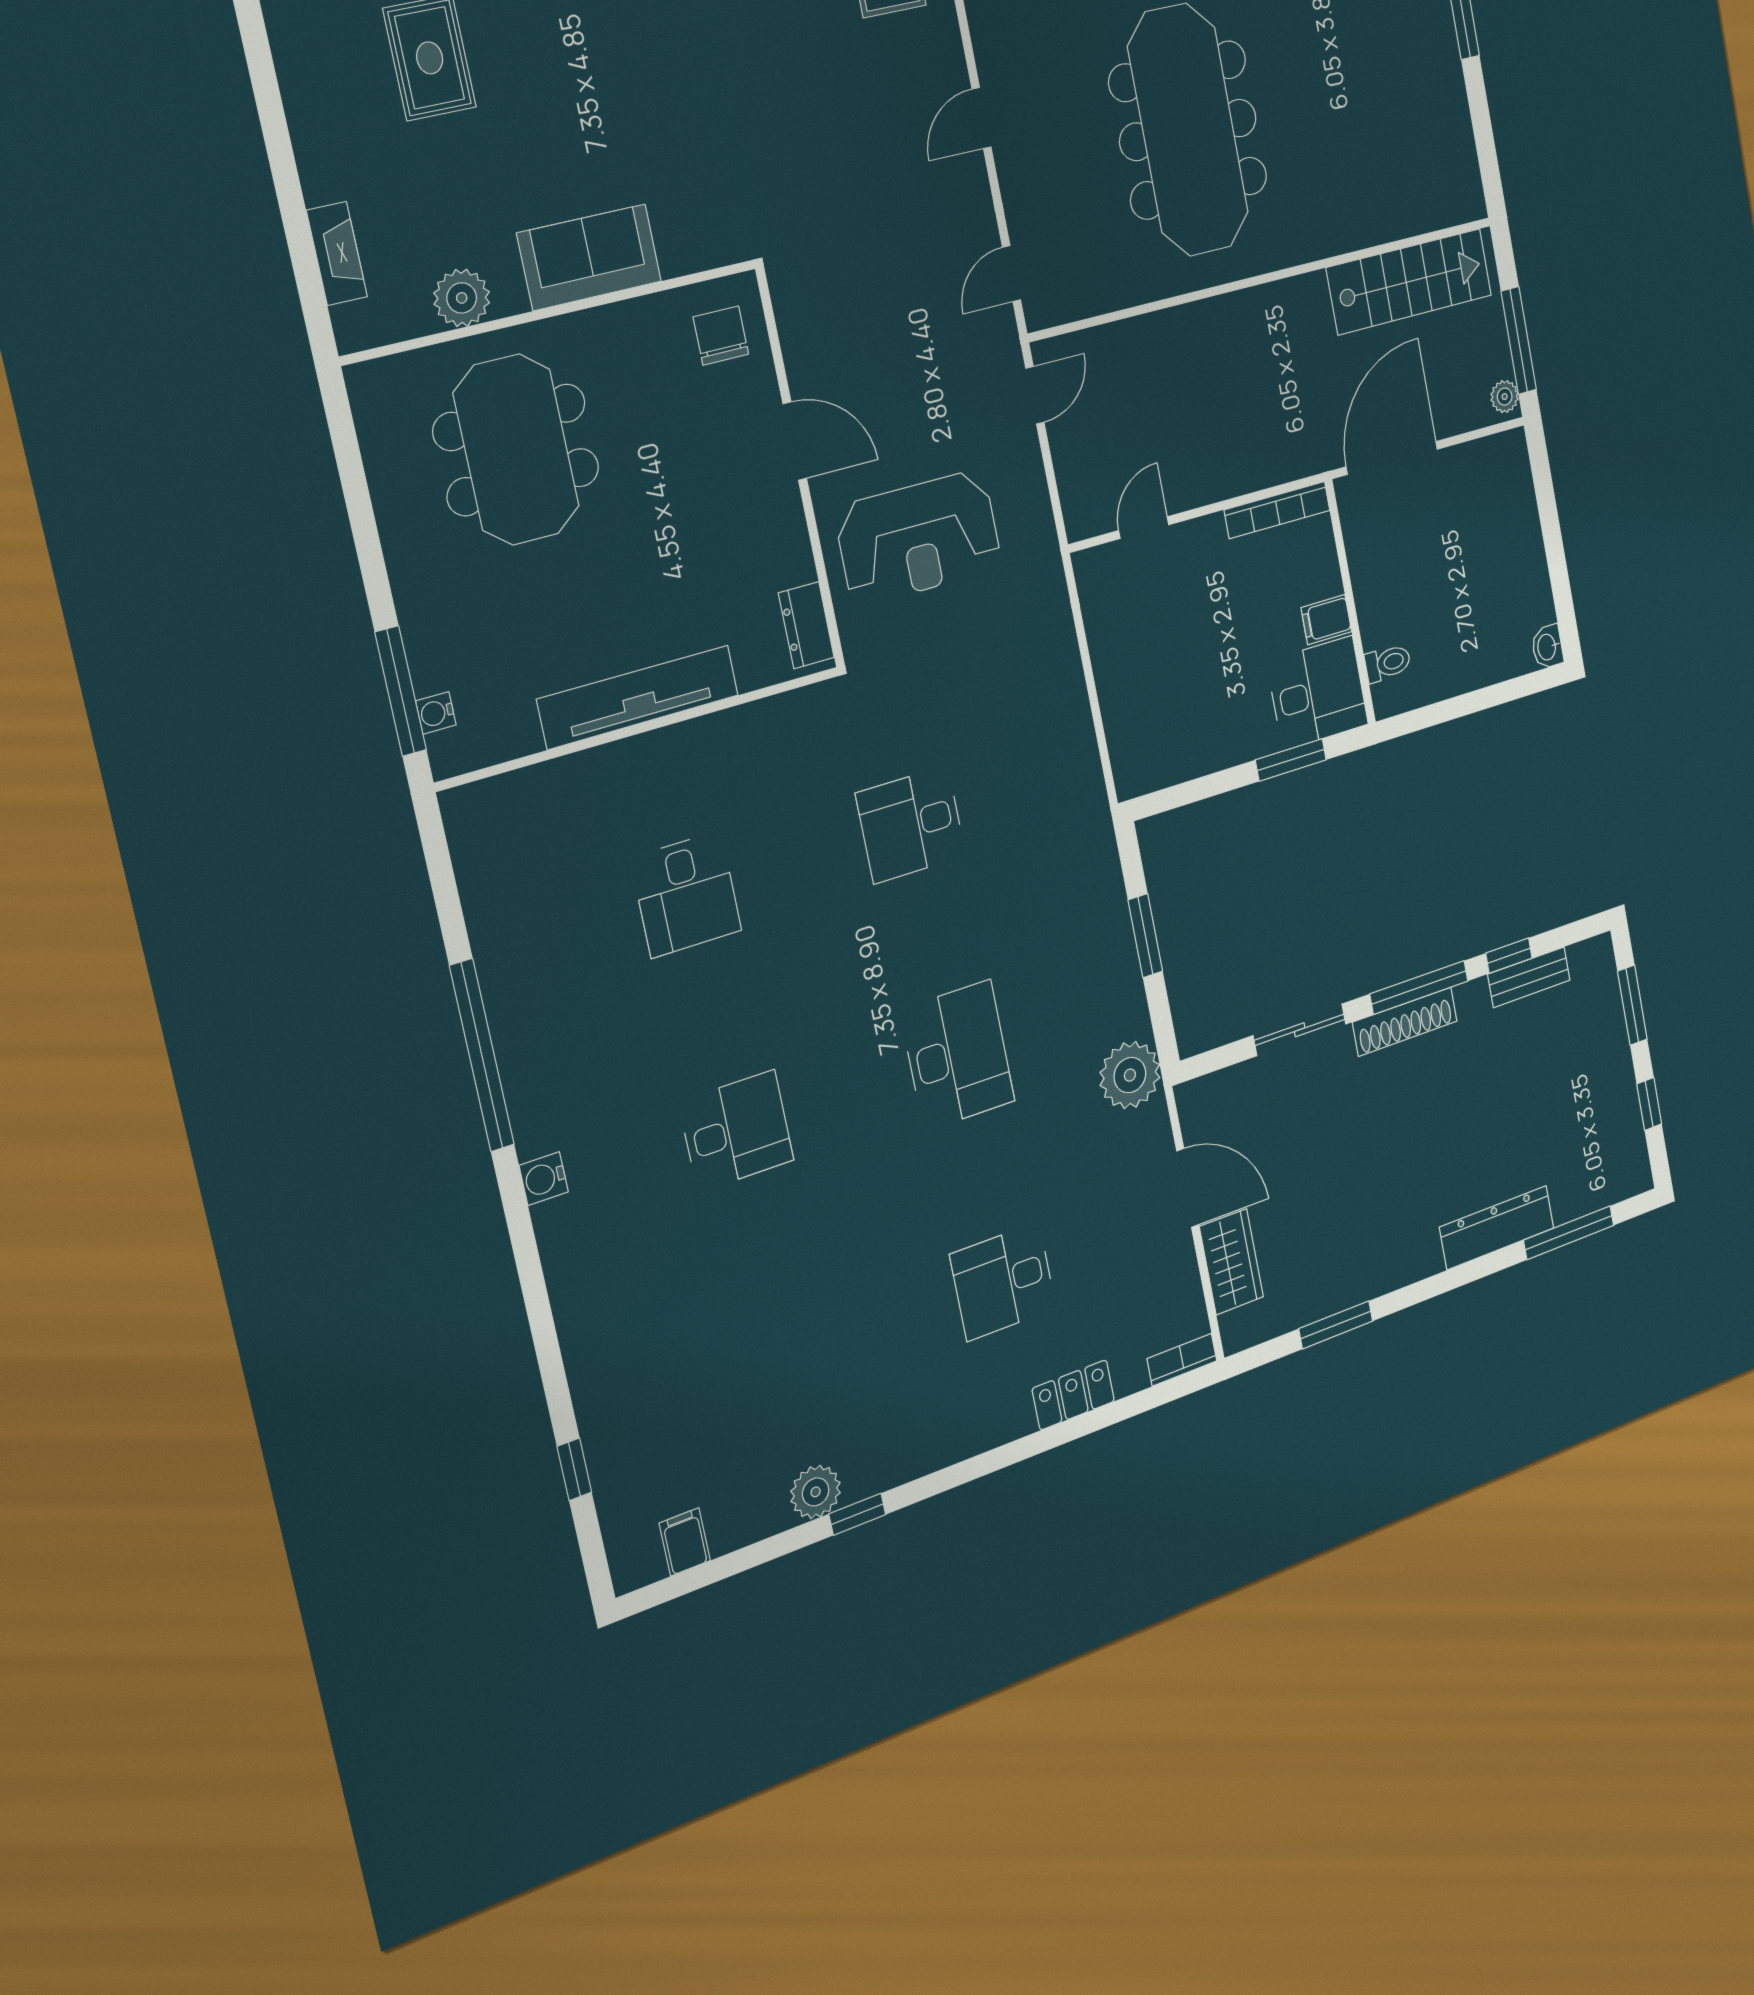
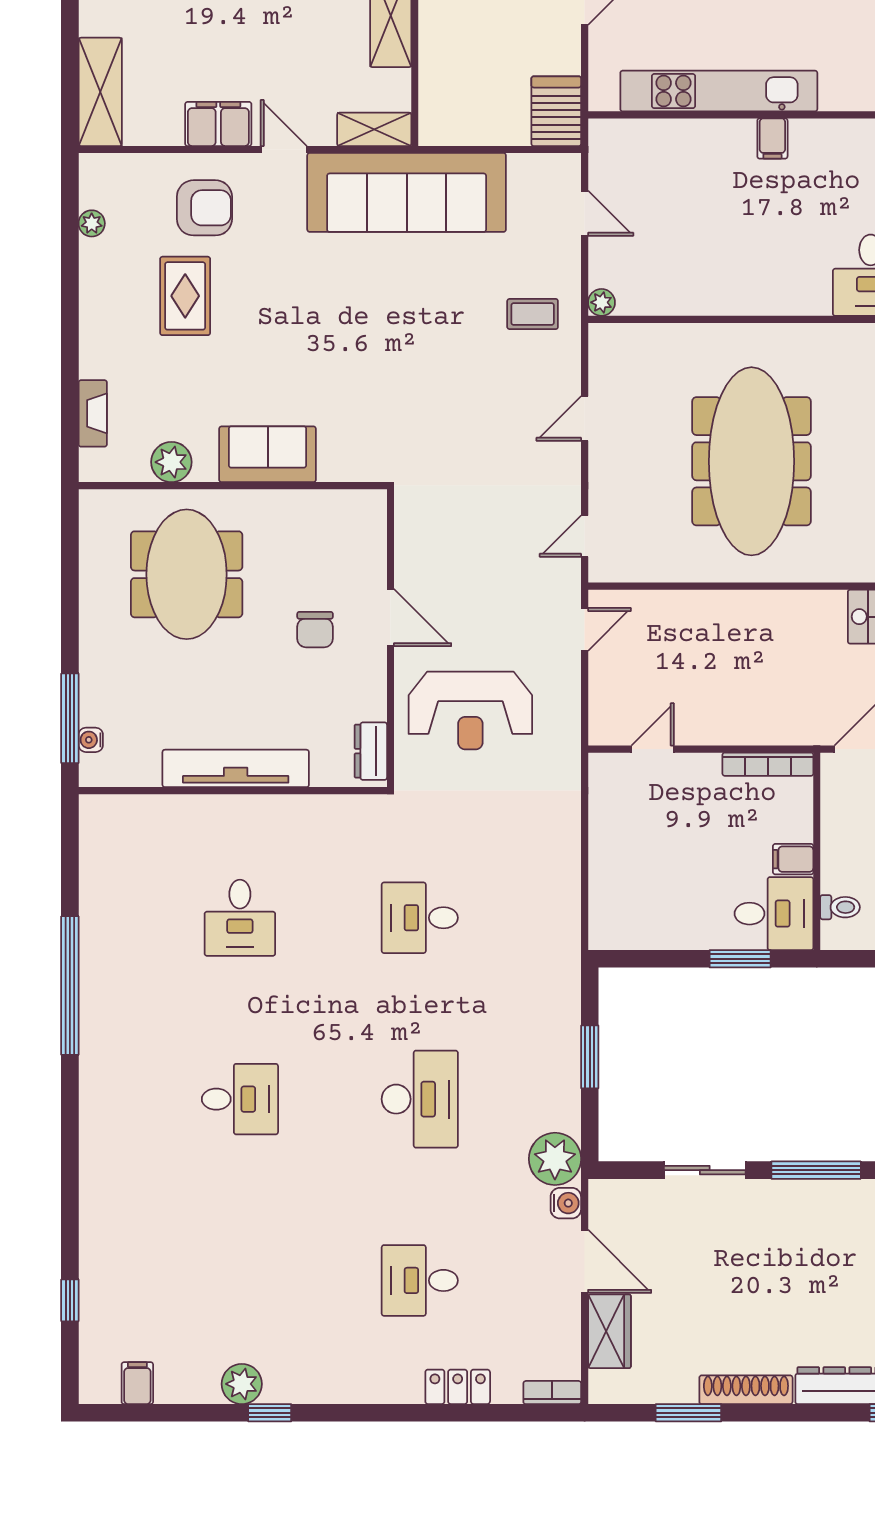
chair: (721, 336) -> (315, 630), moved, turned 180
shoe rack: (1405, 1022) -> (746, 1390), moved, turned 180
water cooler: (544, 1179) -> (566, 1203), moved, turned 180

